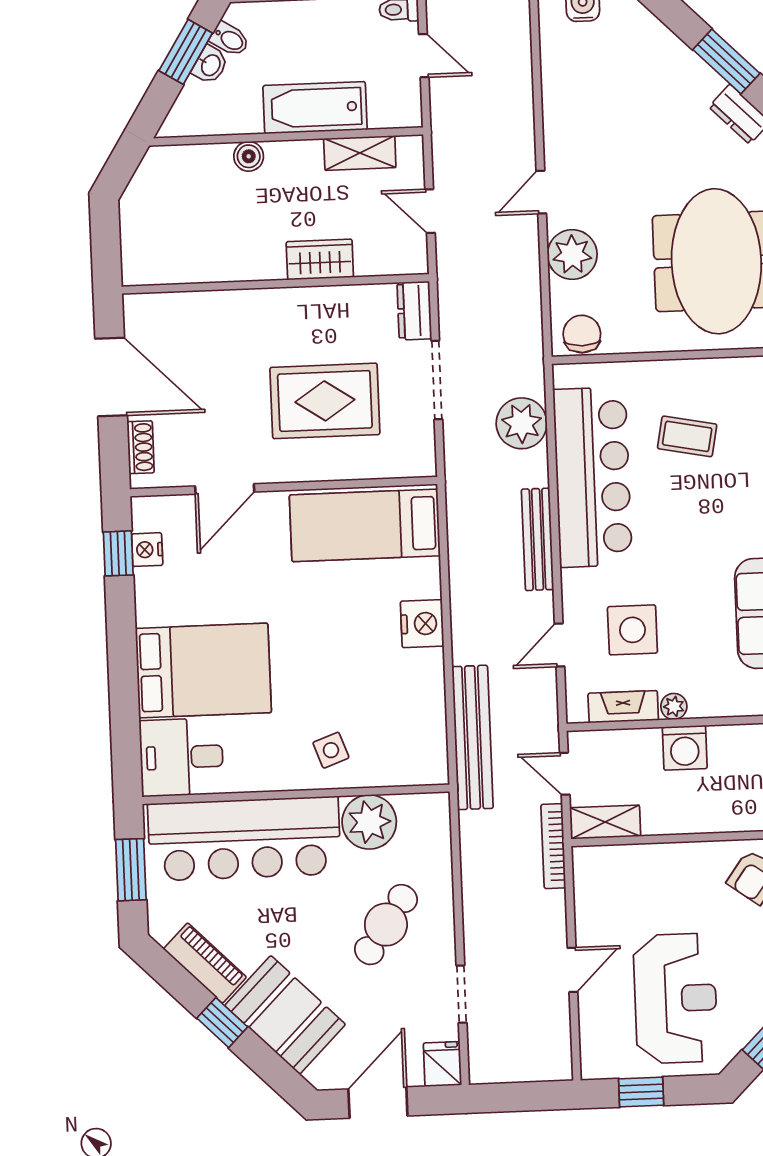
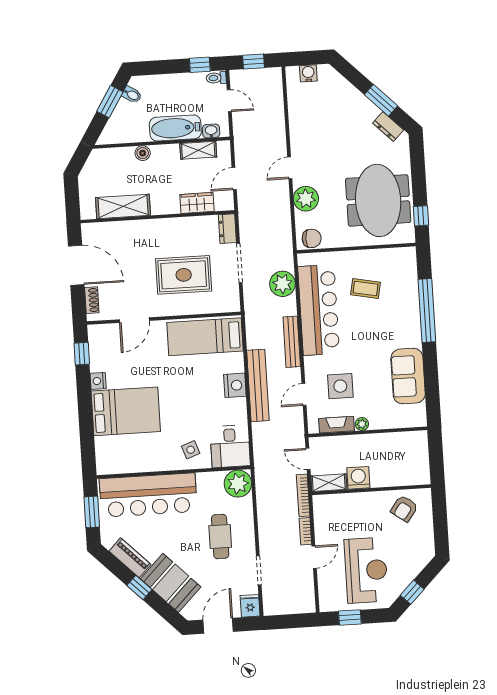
washbasin: (210, 65) -> (211, 131), moved, turned -122
door: (430, 211) -> (234, 179), hinge flipped
wardrobe: (320, 259) -> (197, 203), moved
shelving: (207, 262) -> (123, 206), added
chair: (582, 334) -> (312, 238), turned 90
nightstand: (147, 550) -> (98, 381), moved
bench: (473, 737) -> (258, 385), moved
washing machine: (685, 748) -> (358, 478), moved, turned 180
desk: (182, 757) -> (230, 446), moved, turned -90
plant: (369, 822) -> (238, 484), moved
bookcase: (556, 918) -> (305, 531), added
cafe table: (386, 925) -> (220, 537), turned -35

